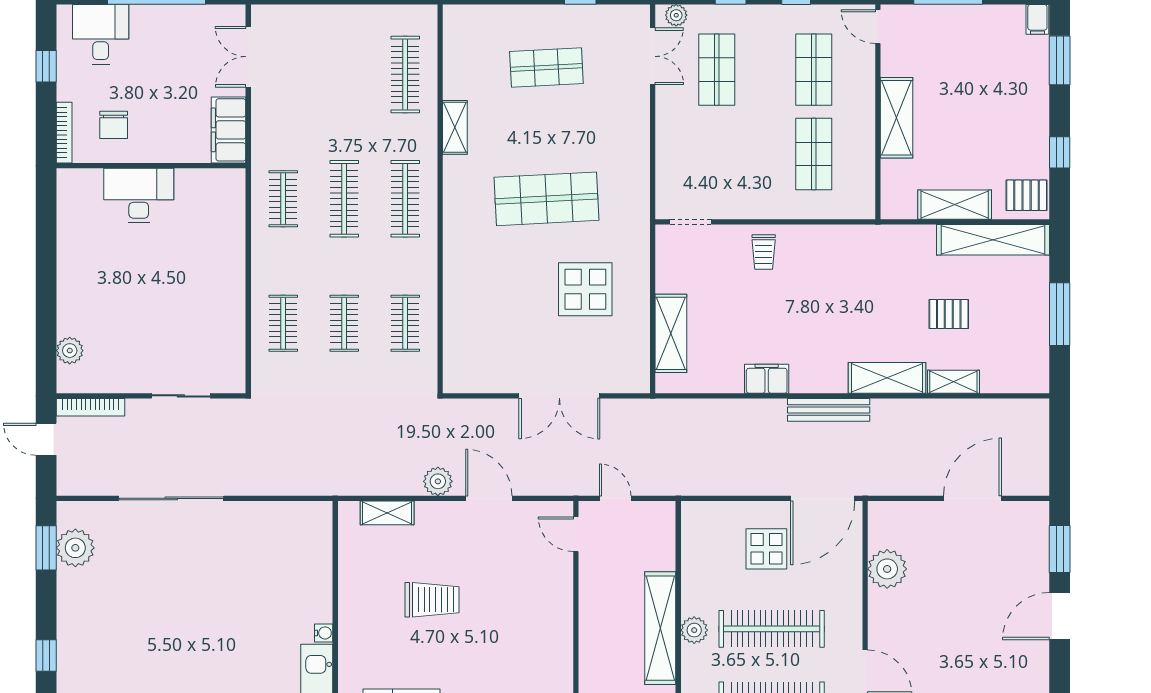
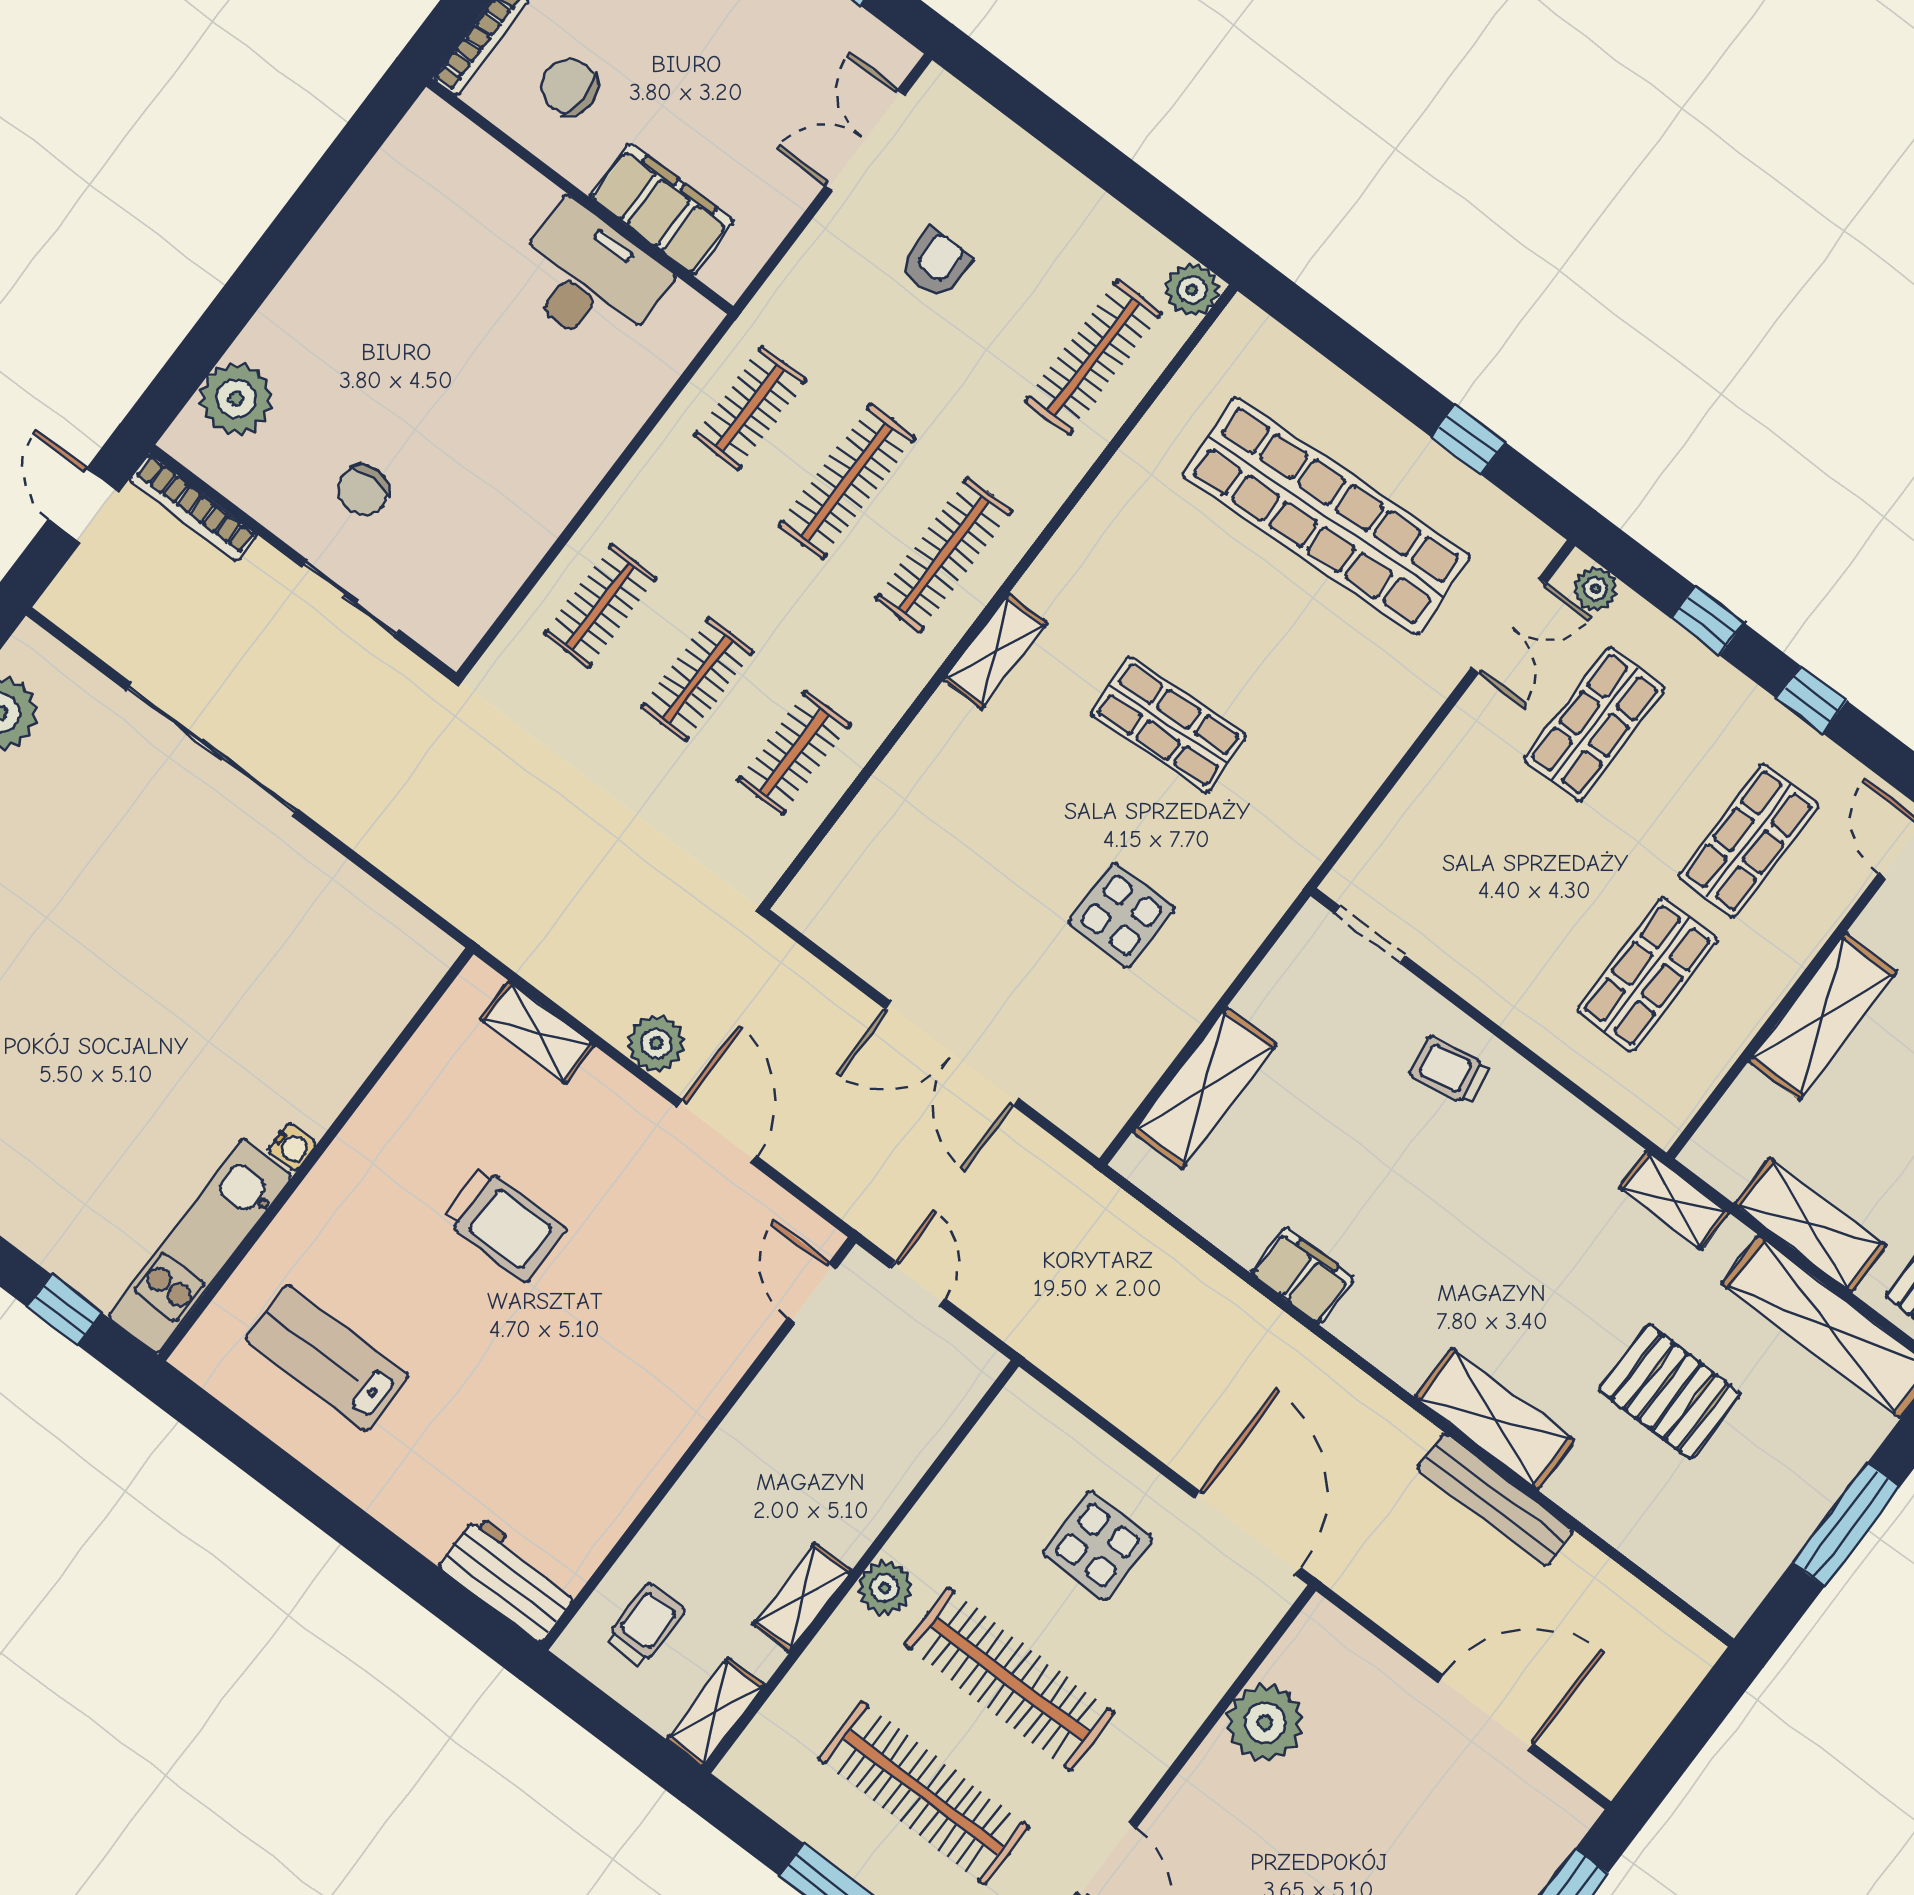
plant: (424, 18) -> (1192, 290), added
shop shelf: (546, 68) -> (1326, 516), width x2.00, depth x1.36
armchair: (314, 85) -> (936, 263), added
chair: (114, 125) -> (569, 87), turned 90
shelving: (455, 127) -> (995, 652), moved
filing cabinet: (228, 130) -> (662, 209), moved, turned 90
desk: (139, 195) -> (589, 278), moved
shop shelf: (546, 199) -> (1168, 725), width x0.70, depth x0.74
trolley: (764, 252) -> (1450, 1070), turned 80
display table: (585, 289) -> (1122, 915), width x0.73, depth x0.73
pallet: (949, 314) -> (1670, 1391), width x1.50, depth x1.42
chair: (153, 349) -> (363, 490), added
plant: (70, 351) -> (236, 399), width x1.36, depth x1.36
shelving: (953, 382) -> (1674, 1200), moved
bench: (829, 410) -> (1495, 1500), moved
door: (823, 498) -> (1248, 1533), swing flipped
shelving: (660, 628) -> (802, 1598), width x0.45, depth x0.75

